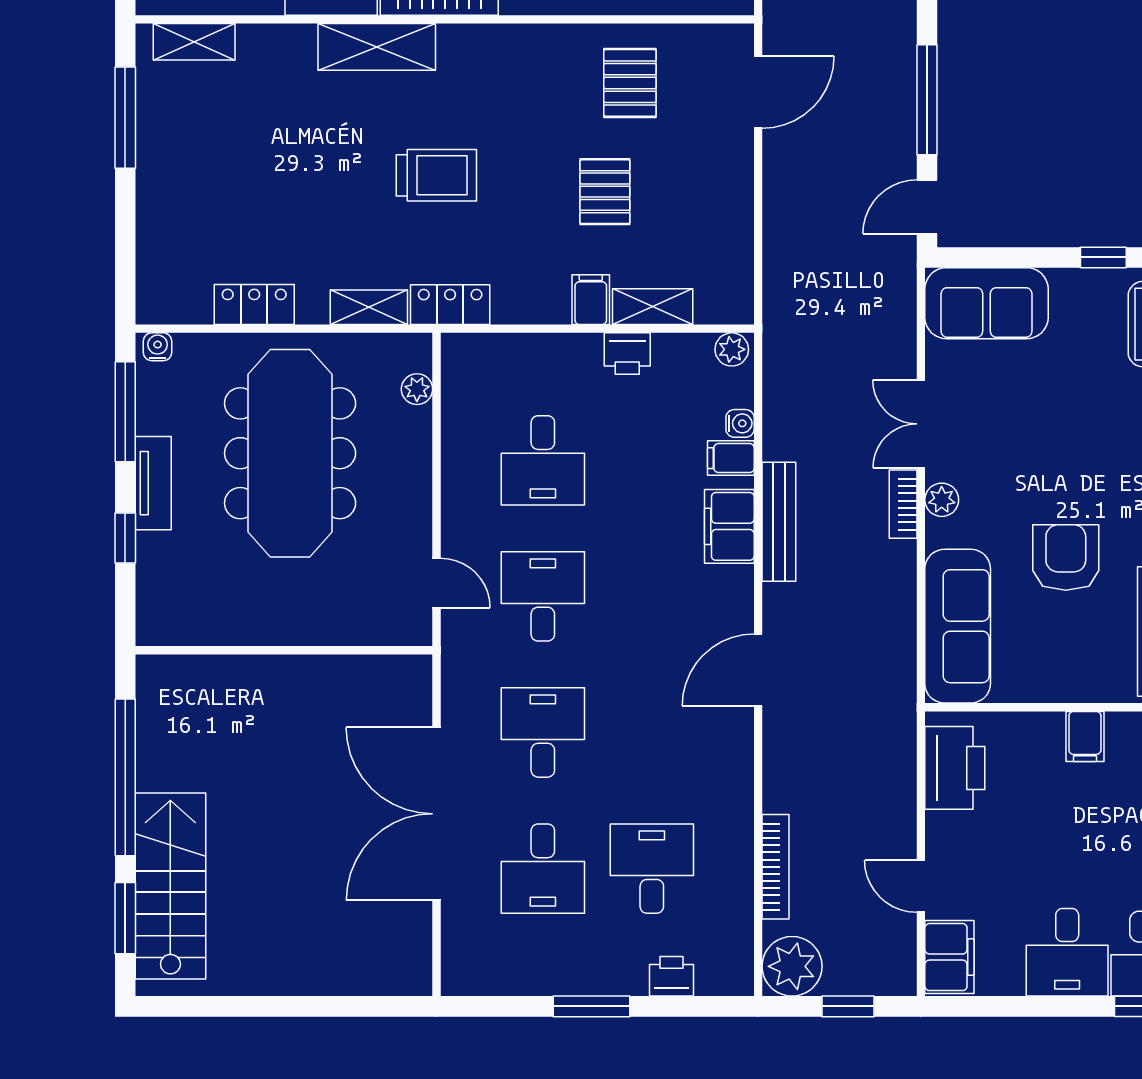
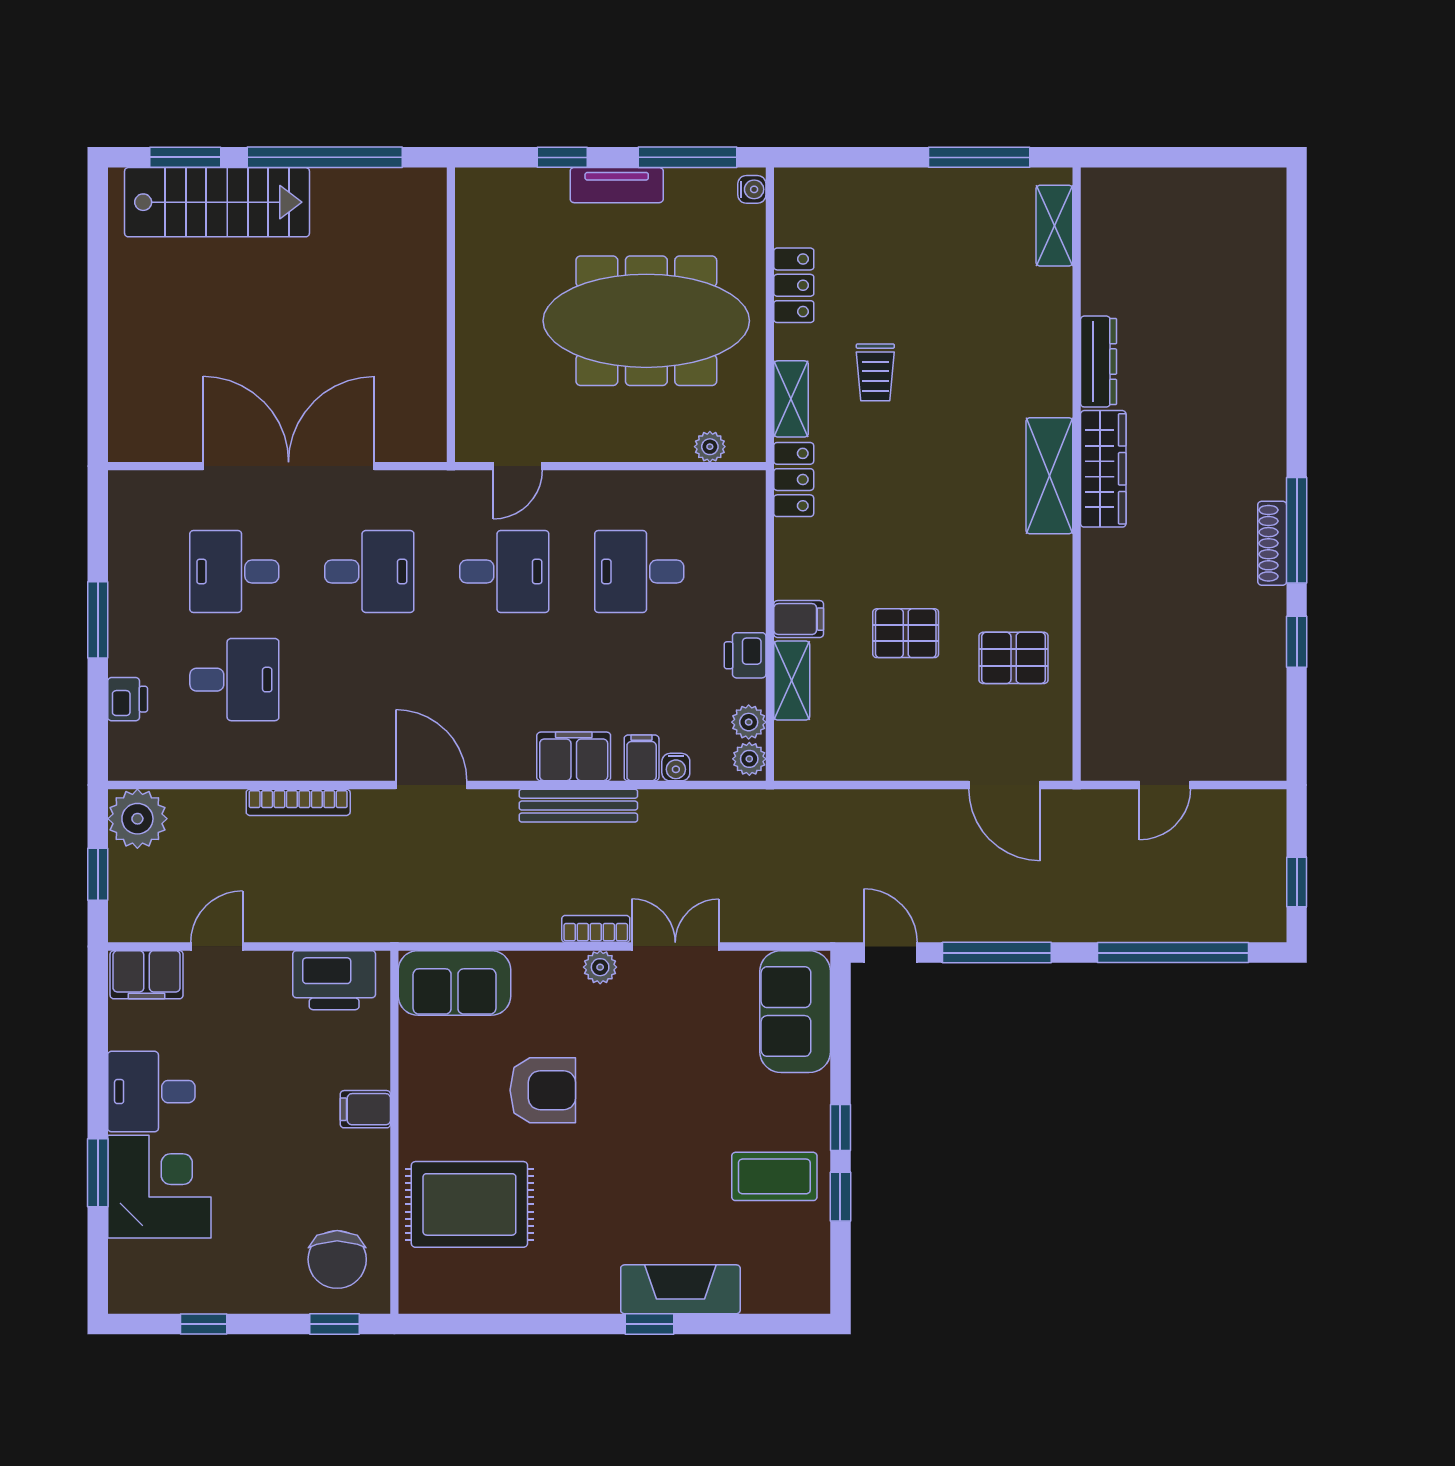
shelving: (377, 47) -> (1049, 476), moved
trolley: (436, 175) -> (875, 372), moved, width x0.73, depth x0.72
plant: (695, 350) -> (749, 722), added
sofa: (958, 626) -> (455, 983), width x0.73
bookcase: (776, 867) -> (298, 802), moved

